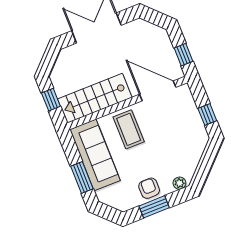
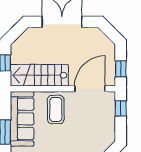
door: (158, 91) -> (90, 89), hinge flipped
window: (207, 114) -> (121, 108), moved

